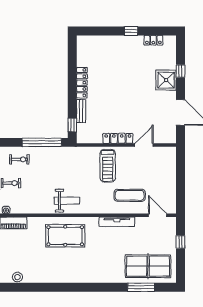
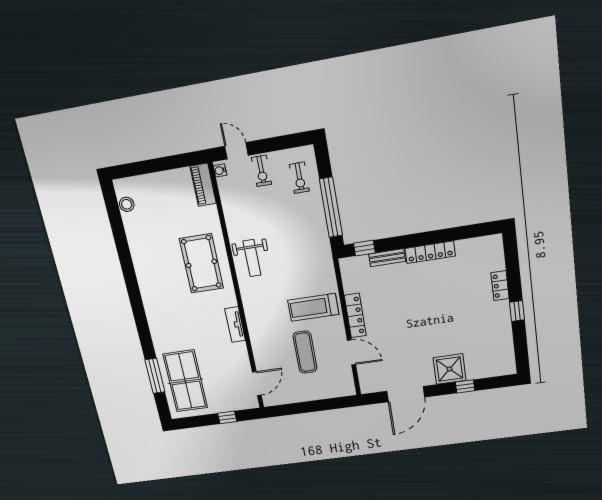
locker: (153, 40) -> (500, 286), moved
exercise mat: (130, 195) -> (305, 352), moved
tv unit: (117, 222) -> (235, 325), width x0.71

